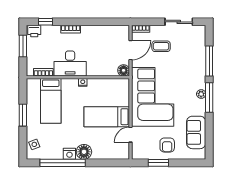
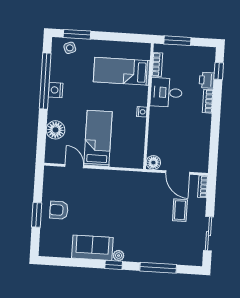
printer: (34, 31) -> (207, 80), moved
window: (23, 46) -> (177, 41), moved
desk: (70, 63) -> (166, 92), width x0.73
corner sofa: (153, 97) -> (119, 196), removed
window: (209, 98) -> (114, 265), width x0.46
window: (23, 115) -> (77, 34), moved
sofa: (196, 132) -> (92, 248), moved
floor lamp: (84, 152) -> (56, 130), moved
window: (158, 163) -> (37, 215), moved

